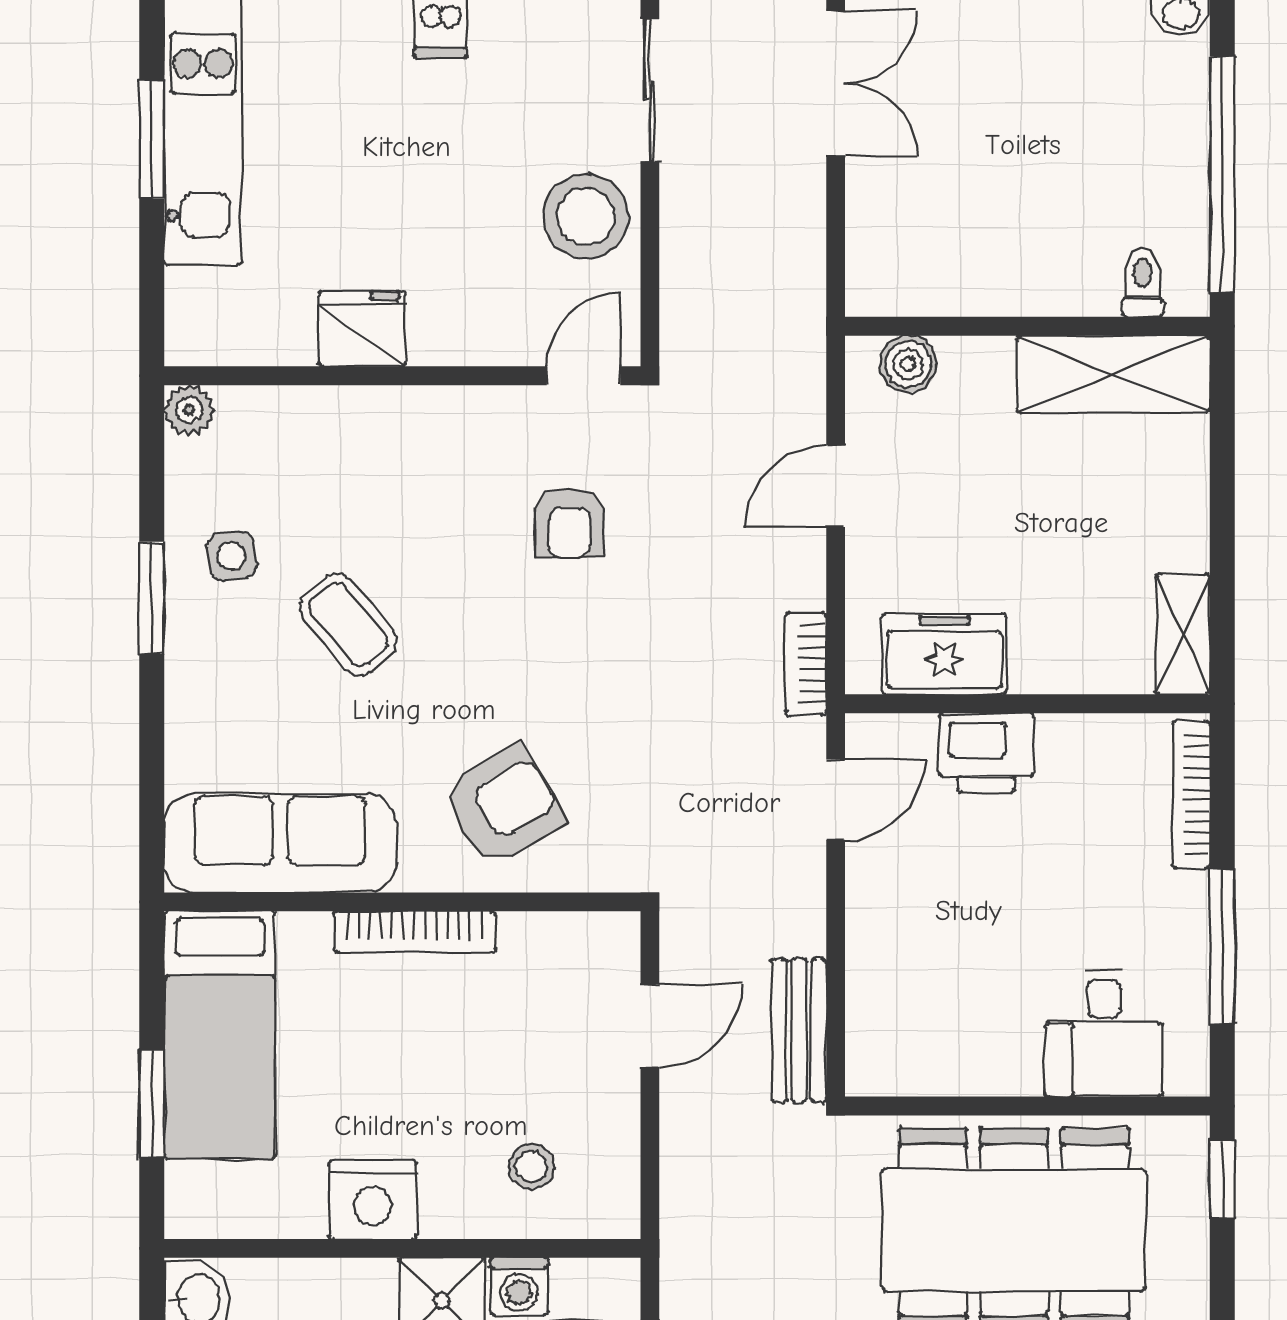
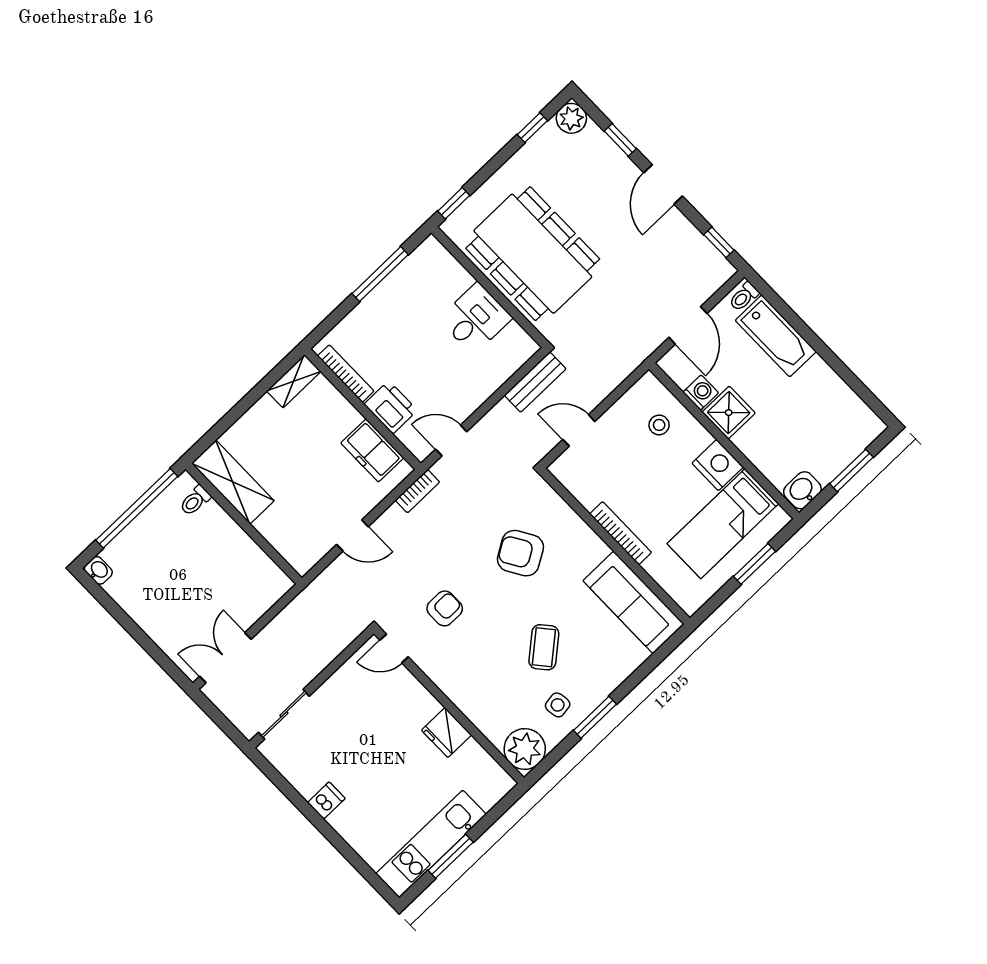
stool: (586, 216) -> (343, 696), removed
boiler: (908, 364) -> (292, 550), removed
plant: (189, 410) -> (525, 749), width x1.87, depth x1.87
bookcase: (1191, 795) -> (346, 374), moved, turned -90
armchair: (504, 805) -> (520, 553), moved
desk: (1104, 1033) -> (475, 318), moved
bed: (220, 1035) -> (723, 524), moved, turned 180

